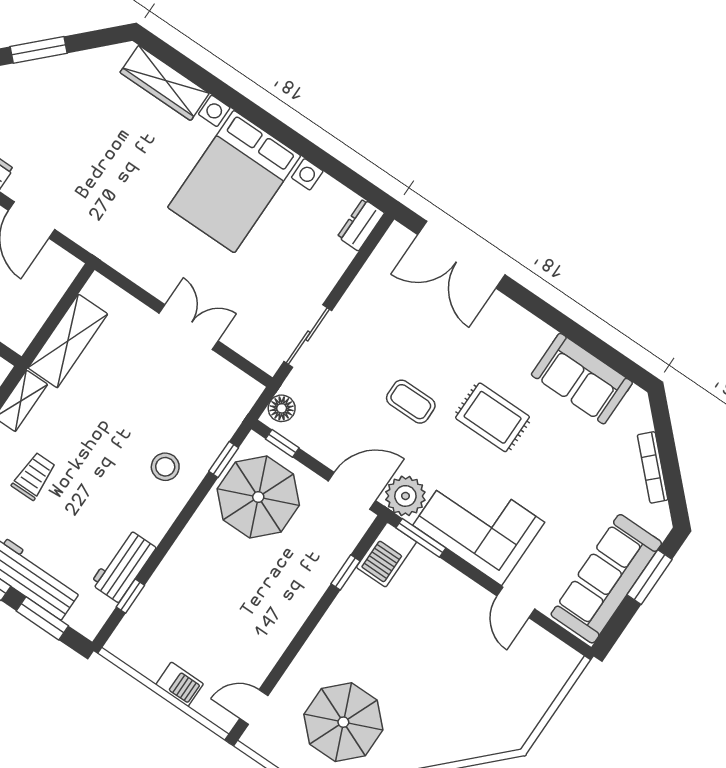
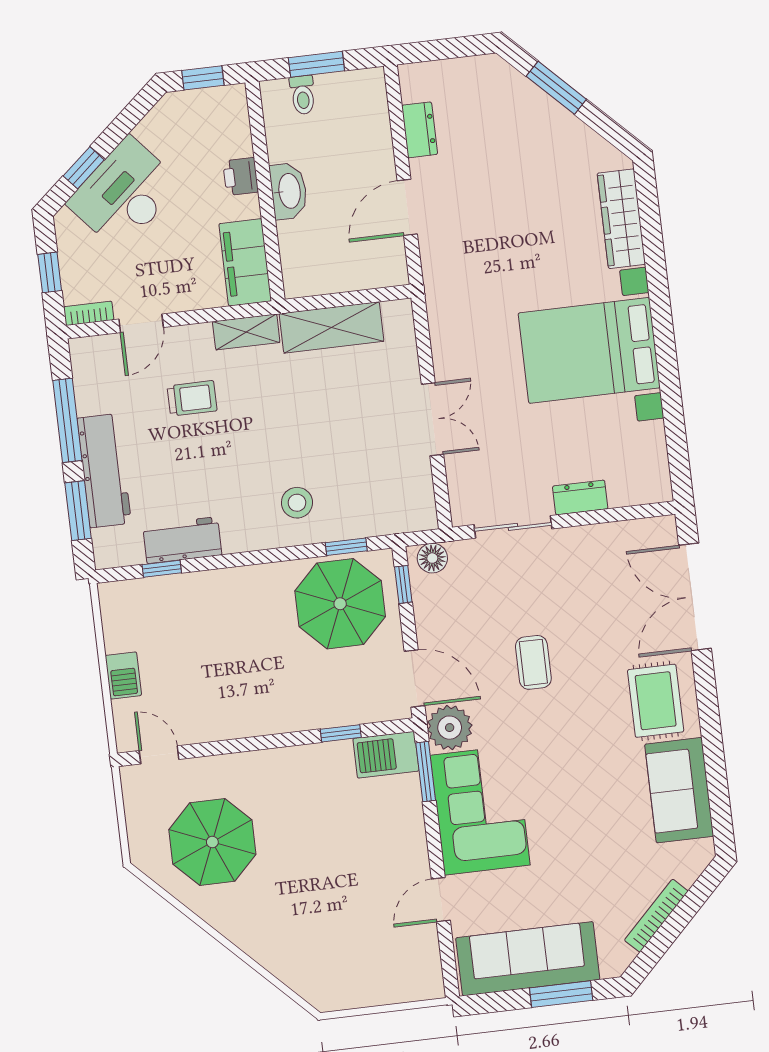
dresser: (361, 225) -> (580, 497), moved
rug: (493, 417) -> (656, 701), moved

